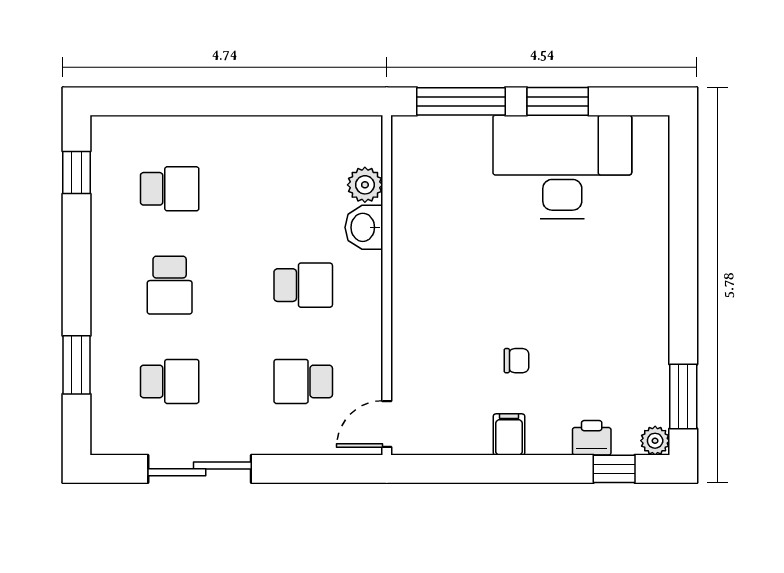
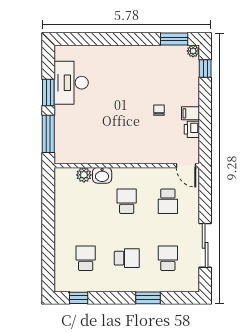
desk: (562, 167) -> (71, 83), width x0.73, depth x0.77
window: (77, 365) -> (148, 298), moved
printer: (592, 438) -> (192, 129), moved

